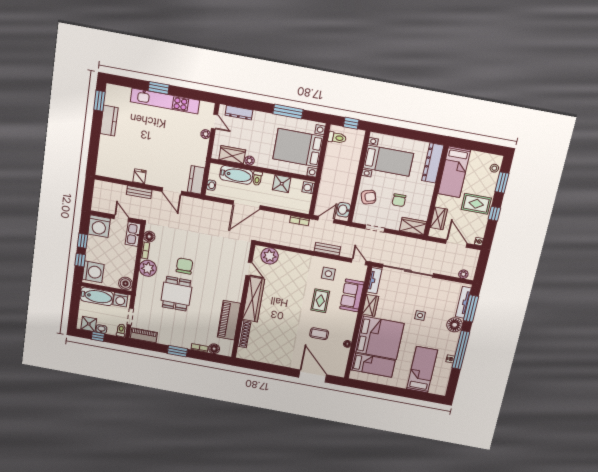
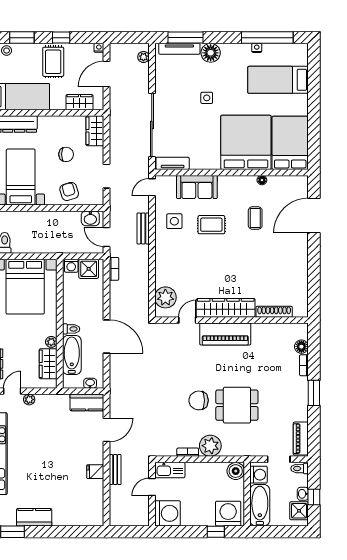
shower: (282, 184) -> (89, 269), moved
floor lamp: (149, 237) -> (169, 450), removed
window: (82, 241) -> (190, 532), removed
wardrobe: (370, 305) -> (205, 162), removed
piano: (229, 320) -> (225, 334), moved
window: (461, 350) -> (267, 38), moved
bed: (373, 365) -> (290, 143), width x1.50

